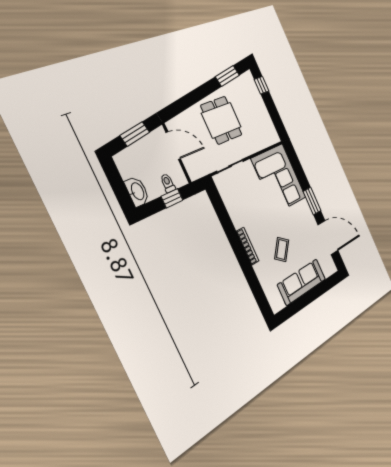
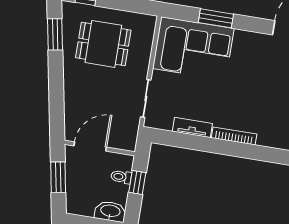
dining table: (221, 120) -> (103, 44), moved
window: (312, 201) -> (216, 18), moved
tv unit: (234, 213) -> (192, 128), added
coffee table: (282, 249) -> (265, 99), removed

